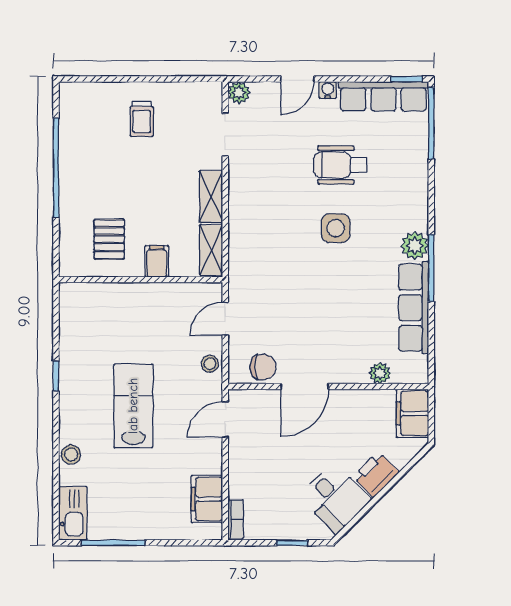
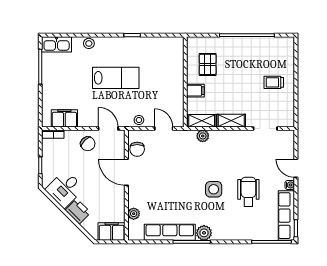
plant: (239, 93) -> (203, 136), moved
pallet: (109, 239) -> (208, 64), turned 90
chair: (253, 457) -> (88, 144), added

